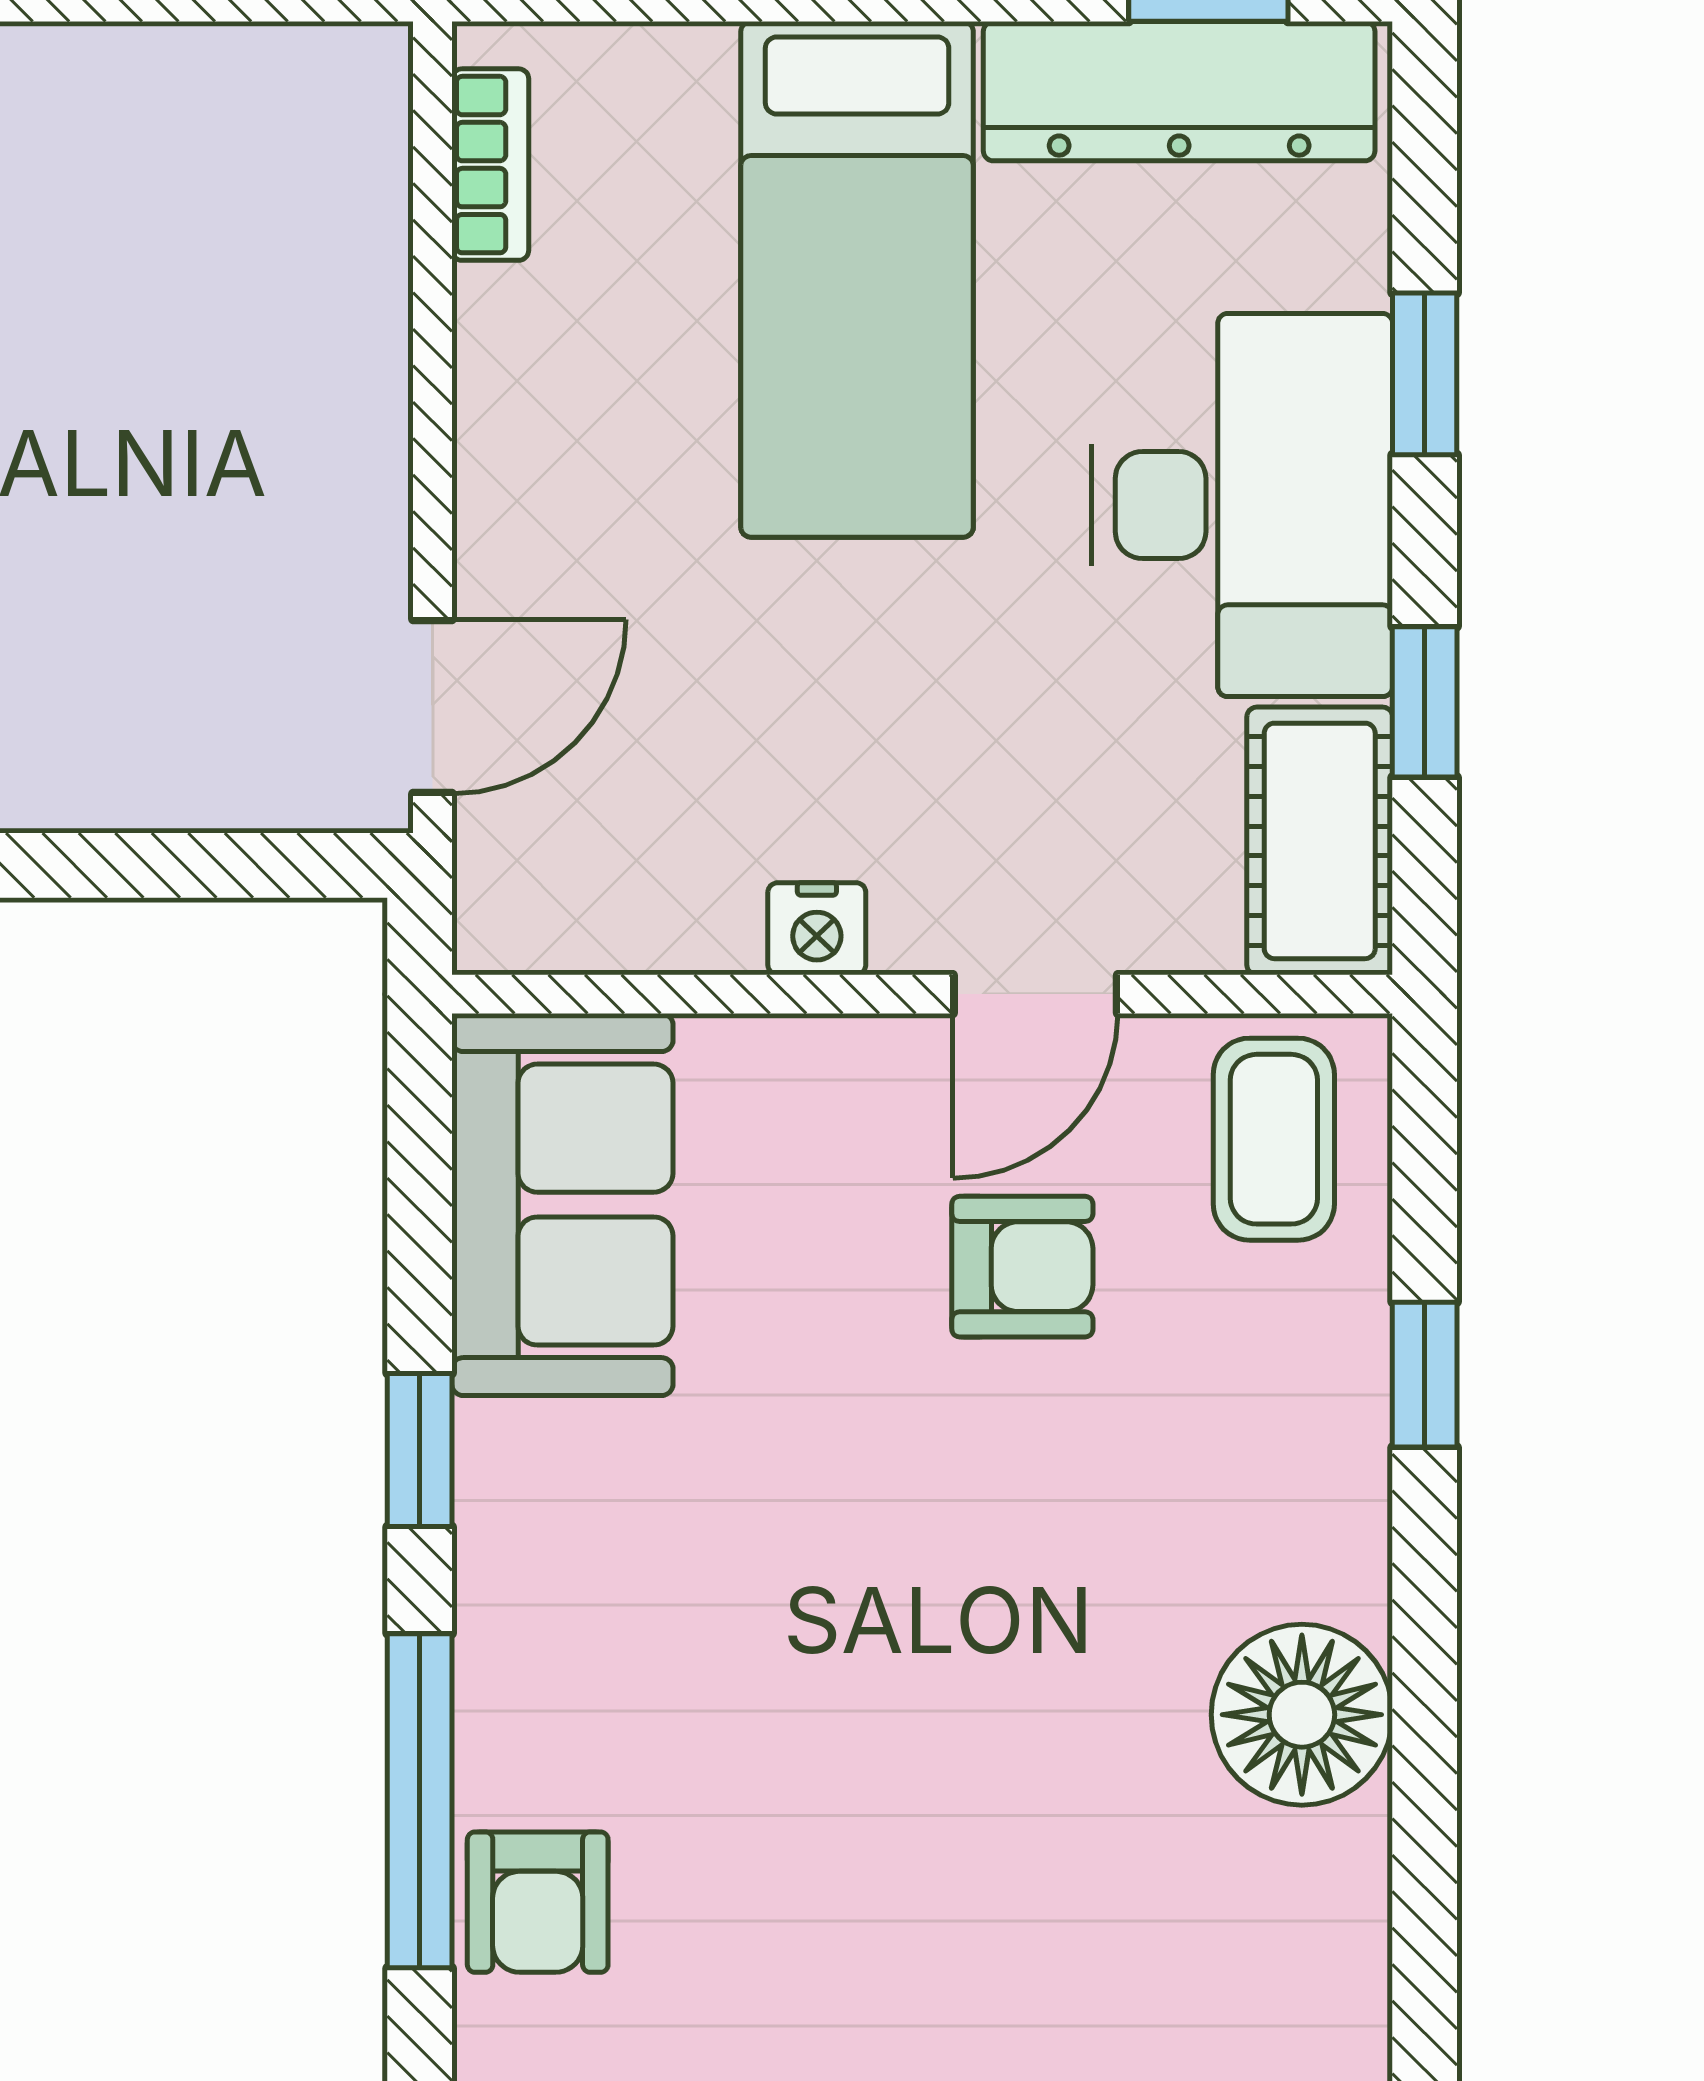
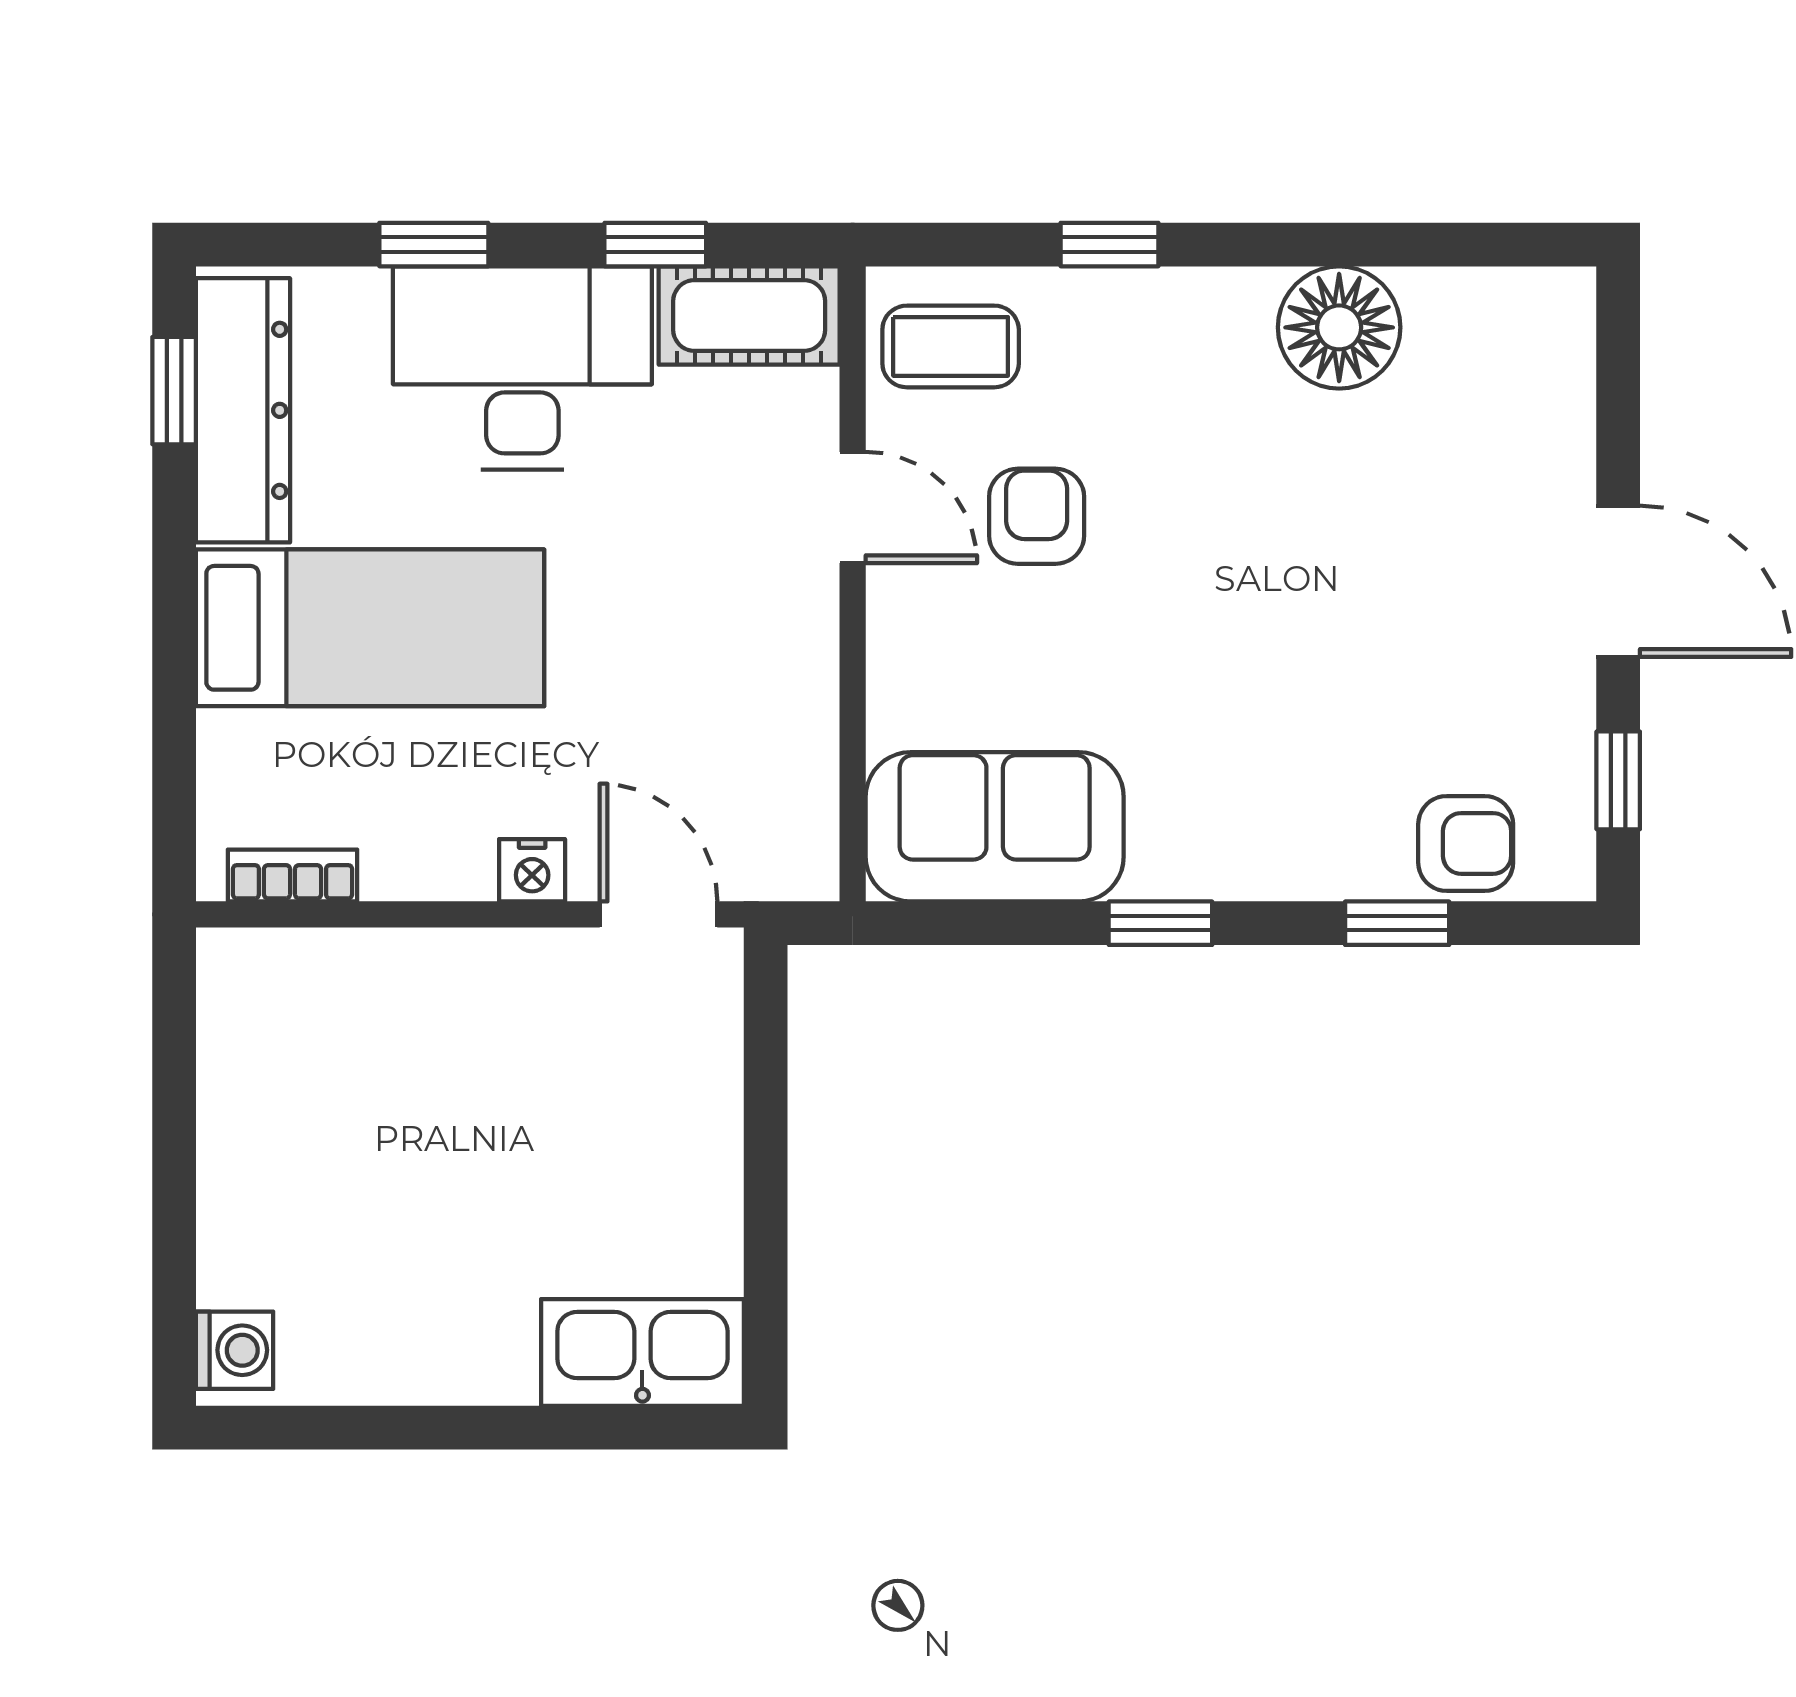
nightstand: (817, 929) -> (532, 870), moved, turned 90
window: (420, 1801) -> (1397, 923), width x0.46

